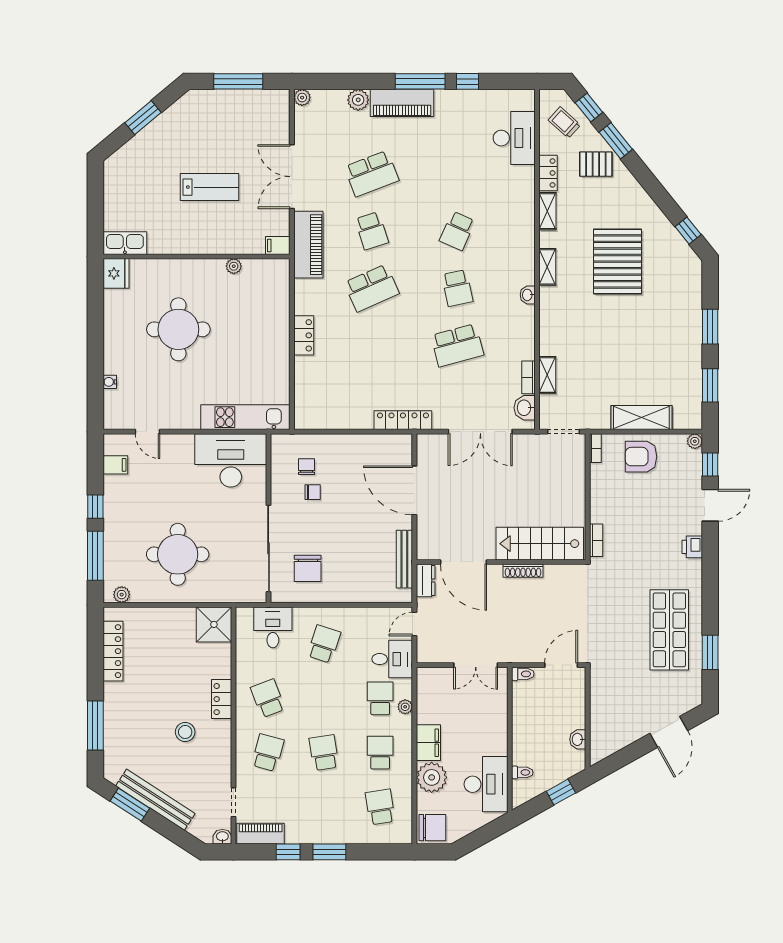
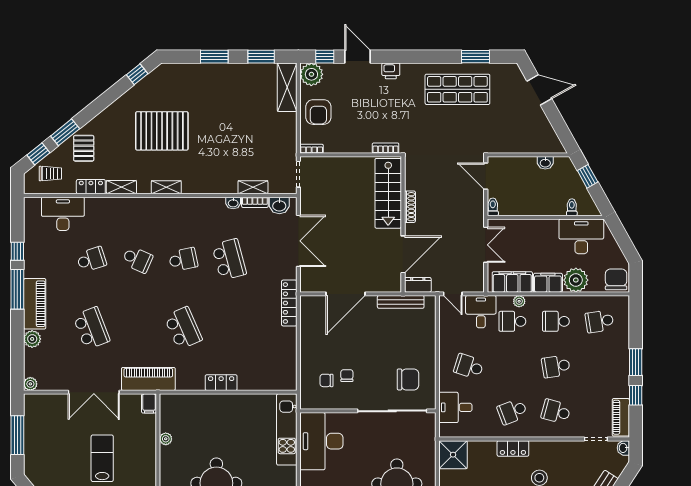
trolley: (564, 122) -> (50, 174), turned -132
school desk: (372, 231) -> (91, 259), moved
washbasin: (528, 295) -> (233, 203), moved
shelving: (641, 418) -> (287, 87), moved
plant: (695, 441) -> (311, 74), width x1.88, depth x1.88
filing cabinet: (429, 698) -> (512, 282), added

